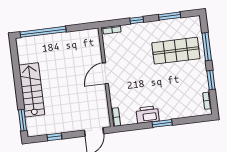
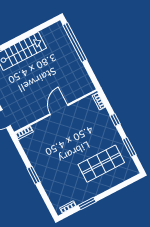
window: (207, 47) -> (115, 189), removed
shop shelf: (176, 51) -> (101, 164), turned 90
door: (105, 73) -> (59, 110), hinge flipped
printer: (148, 115) -> (37, 160), removed

